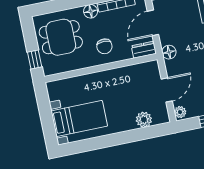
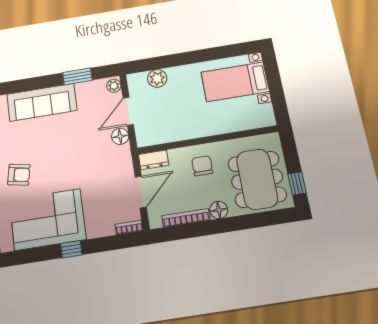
dining table: (61, 37) -> (257, 179), width x1.37
floor lamp: (169, 52) -> (120, 136), moved
window: (35, 59) -> (297, 183), moved

